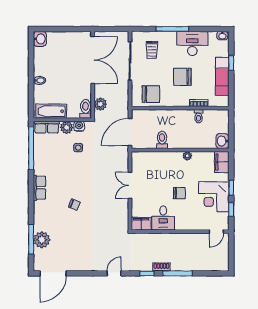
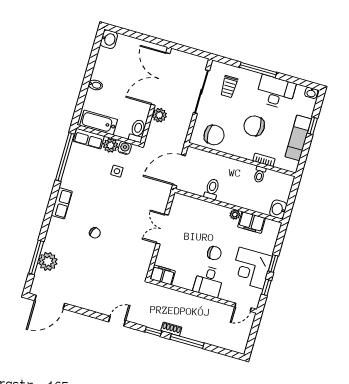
double door: (93, 60) -> (161, 79), swing flipped
plant: (100, 104) -> (159, 115), moved
filing cabinet: (222, 162) -> (252, 223), moved, turned -90
desk: (163, 218) -> (209, 281), moved

